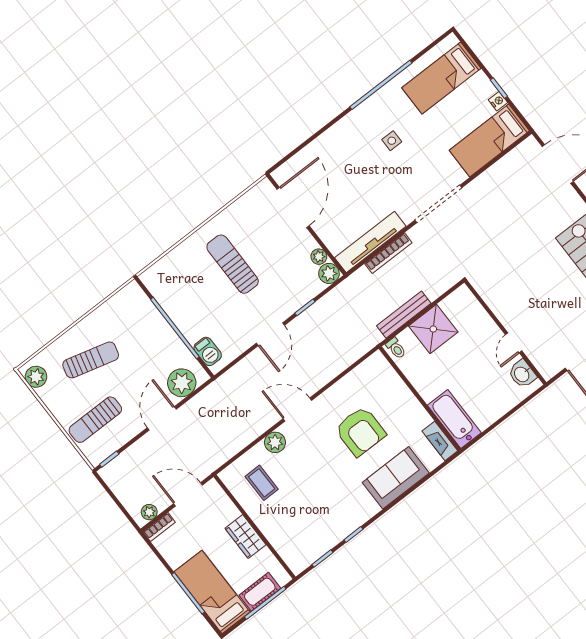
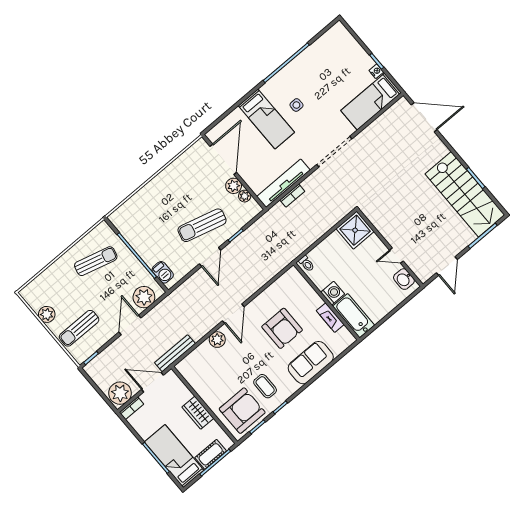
bed: (441, 78) -> (266, 119), moved, turned -90
bookcase: (388, 253) -> (292, 196), width x0.64
sun lounger: (233, 264) -> (202, 225), moved, turned -75
plant: (329, 273) -> (234, 186), moved
bench: (404, 315) -> (175, 353), moved
shower: (433, 329) -> (355, 230), moved
door: (514, 343) -> (396, 256), hinge flipped
sun lounger: (91, 360) -> (96, 261), moved
plant: (36, 377) -> (47, 314), moved
washing machine: (428, 388) -> (333, 293), added
door: (297, 409) -> (233, 314), swing flipped
fireplace: (440, 441) -> (330, 318), moved
coffee table: (262, 483) -> (265, 386), moved
plant: (149, 512) -> (120, 393), width x1.87, depth x1.87
armchair: (303, 536) -> (242, 411), added

